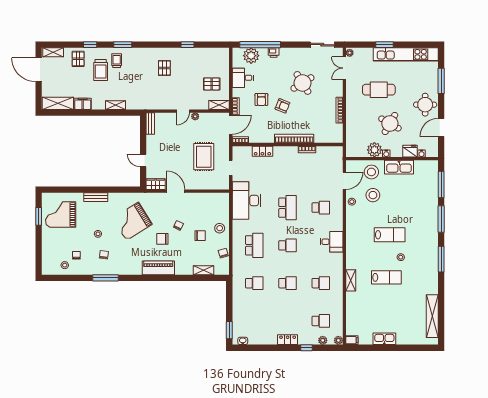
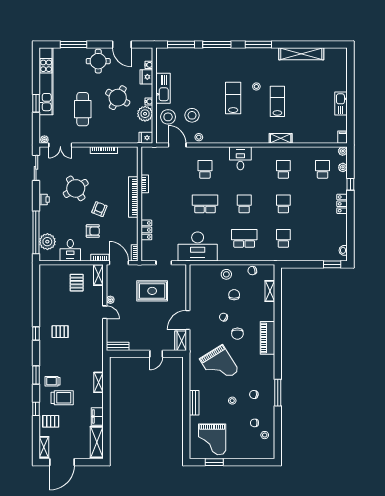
window: (188, 45) -> (36, 333), moved
printer: (274, 52) -> (44, 199), moved
fridge: (351, 151) -> (146, 138), added
shelving: (432, 316) -> (301, 54), moved

